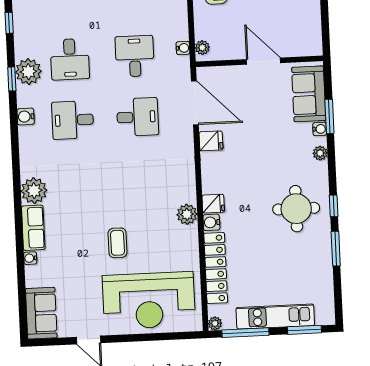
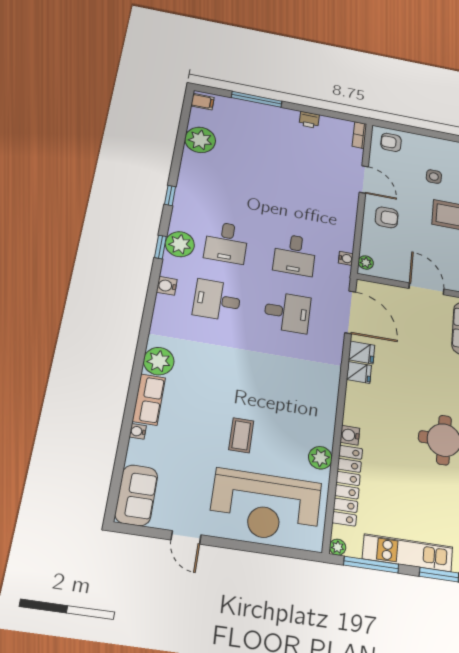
desk: (135, 56) -> (295, 255), turned 180
fridge: (213, 204) -> (359, 372), moved
plant: (187, 214) -> (320, 458), moved

